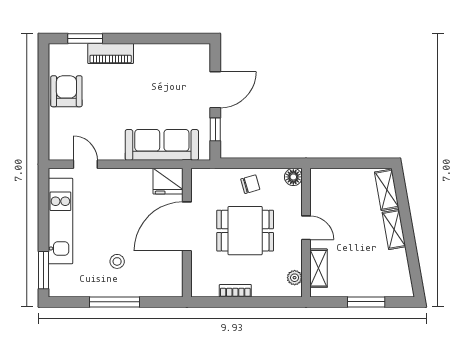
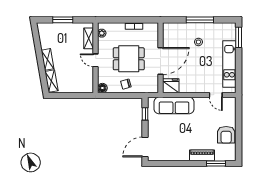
door: (215, 90) -> (145, 147), moved

